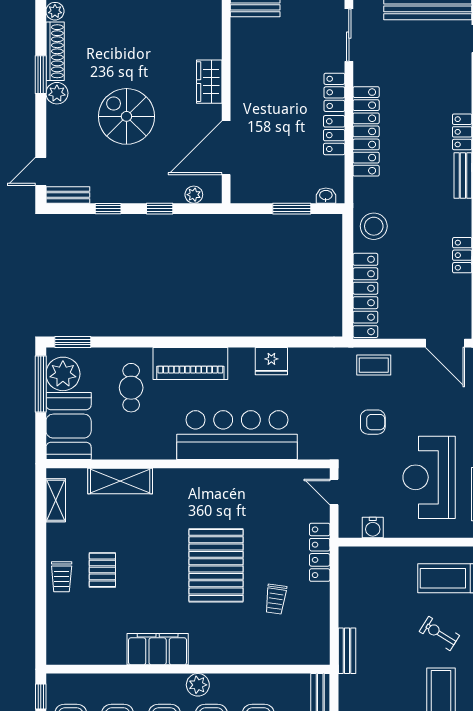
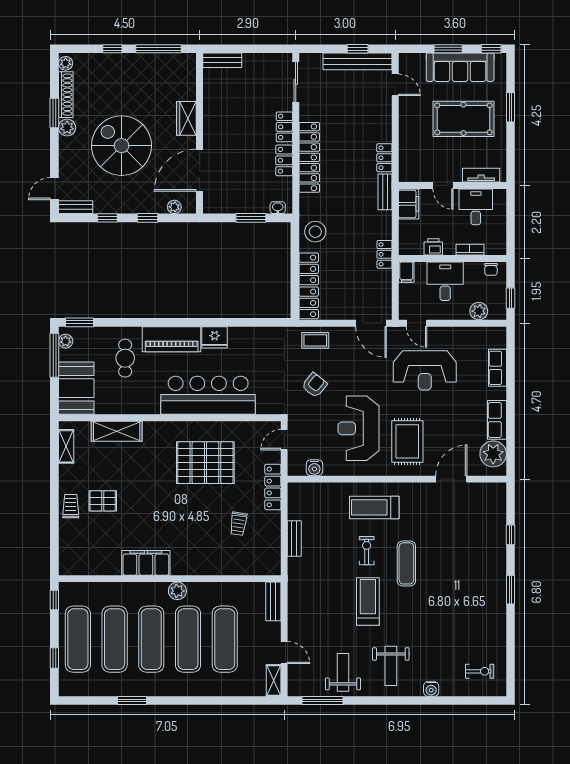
spiral stairs: (126, 116) -> (122, 146), width x1.37, depth x1.37
fridge: (271, 361) -> (215, 337), moved
plant: (63, 374) -> (66, 341), width x0.53, depth x0.53
armchair: (373, 422) -> (314, 385), turned -51
door: (334, 492) -> (284, 440), hinge flipped
pallet: (216, 565) -> (205, 463), moved, turned 90
pallet: (102, 570) -> (103, 501), turned 90
trolley: (62, 577) -> (71, 506), turned 180
exercise bike: (439, 633) -> (367, 551), turned 58
bench: (347, 651) -> (294, 538), moved

